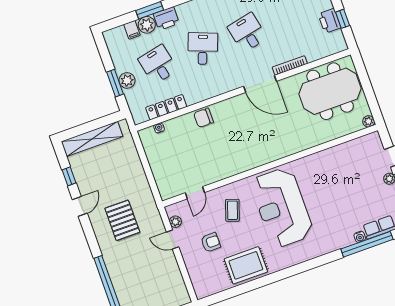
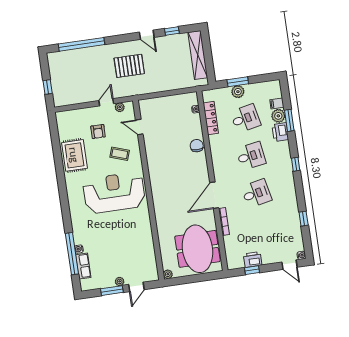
desk: (203, 49) -> (251, 156), turned -30

